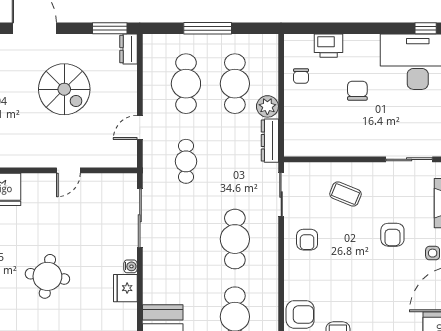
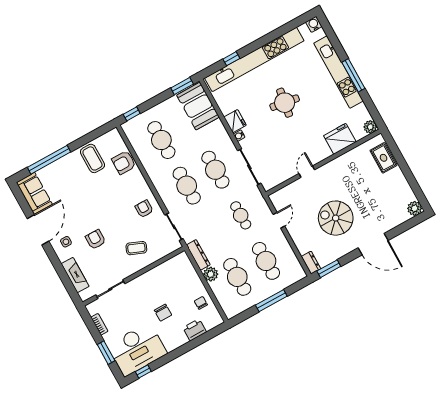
cafe table: (186, 239) -> (215, 170), added

